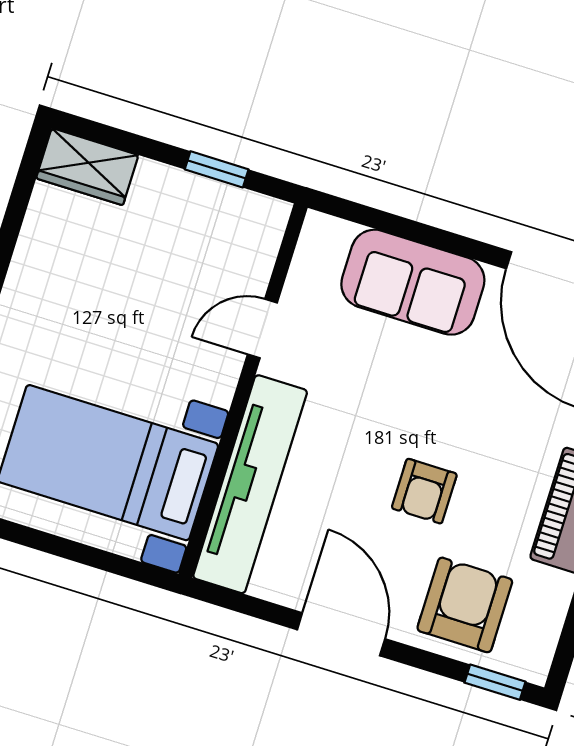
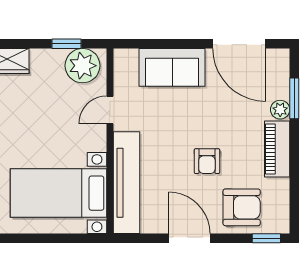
plant: (235, 223) -> (83, 66), added
armchair: (465, 605) -> (242, 207), turned 90

